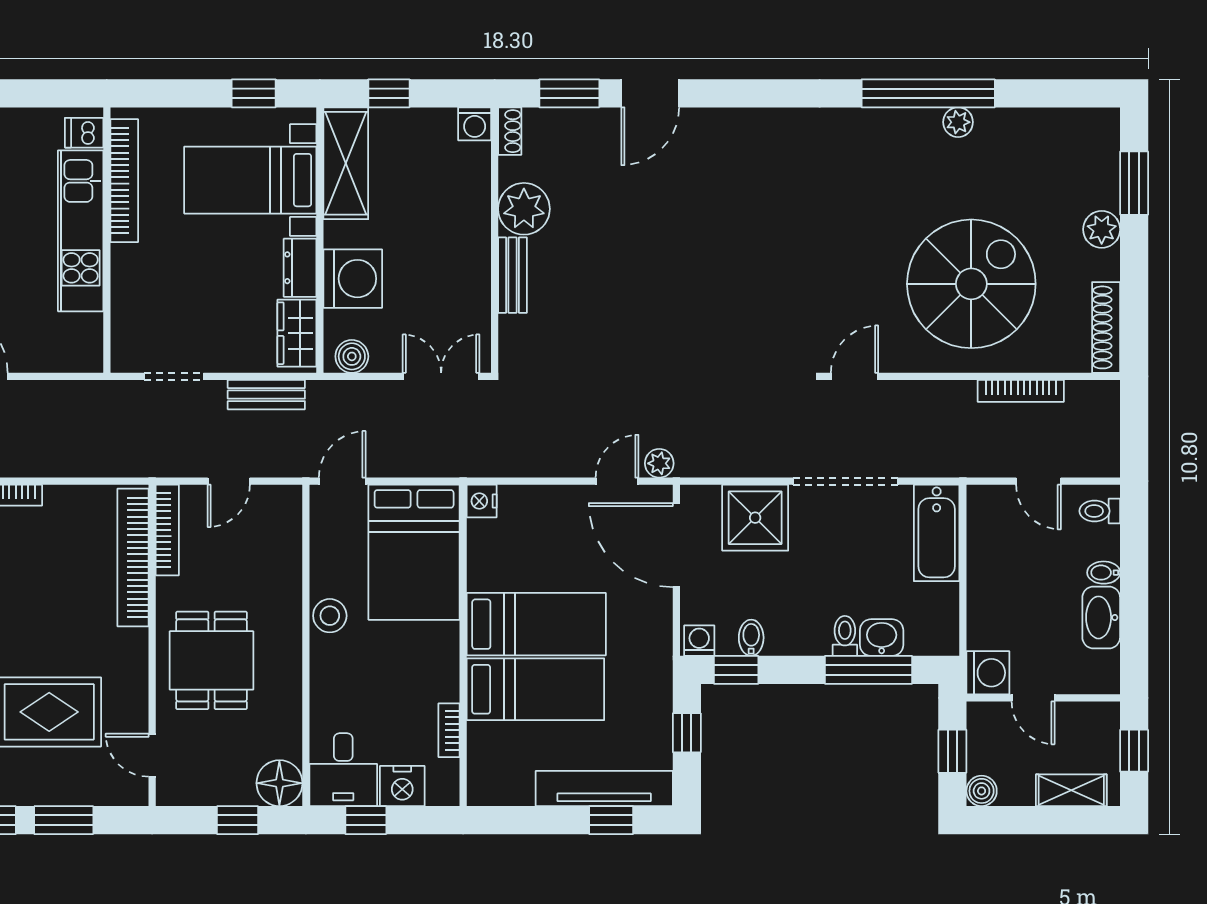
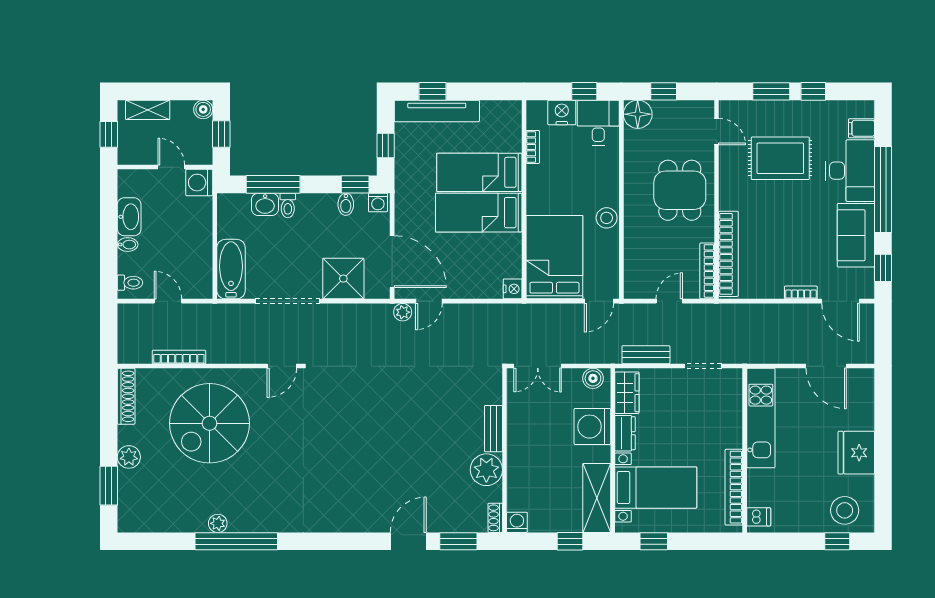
kitchen unit: (81, 231) -> (761, 418), moved

